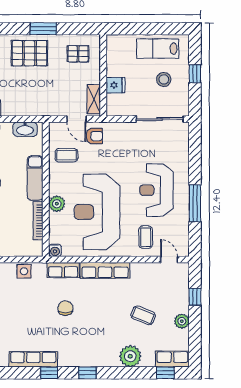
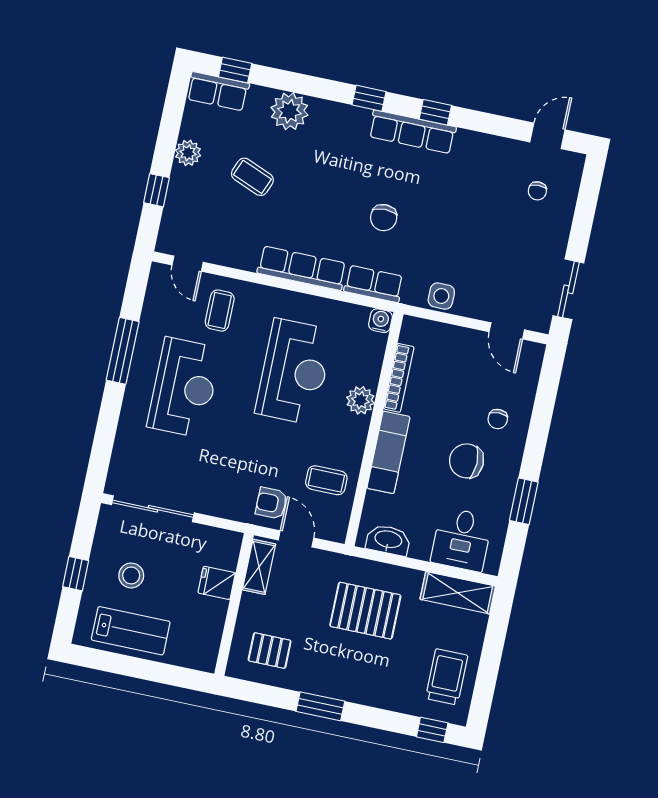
pallet: (29, 53) -> (365, 611), moved
reception desk: (97, 212) -> (294, 372), width x0.74, depth x0.77
row of seats: (33, 359) -> (412, 132), moved

